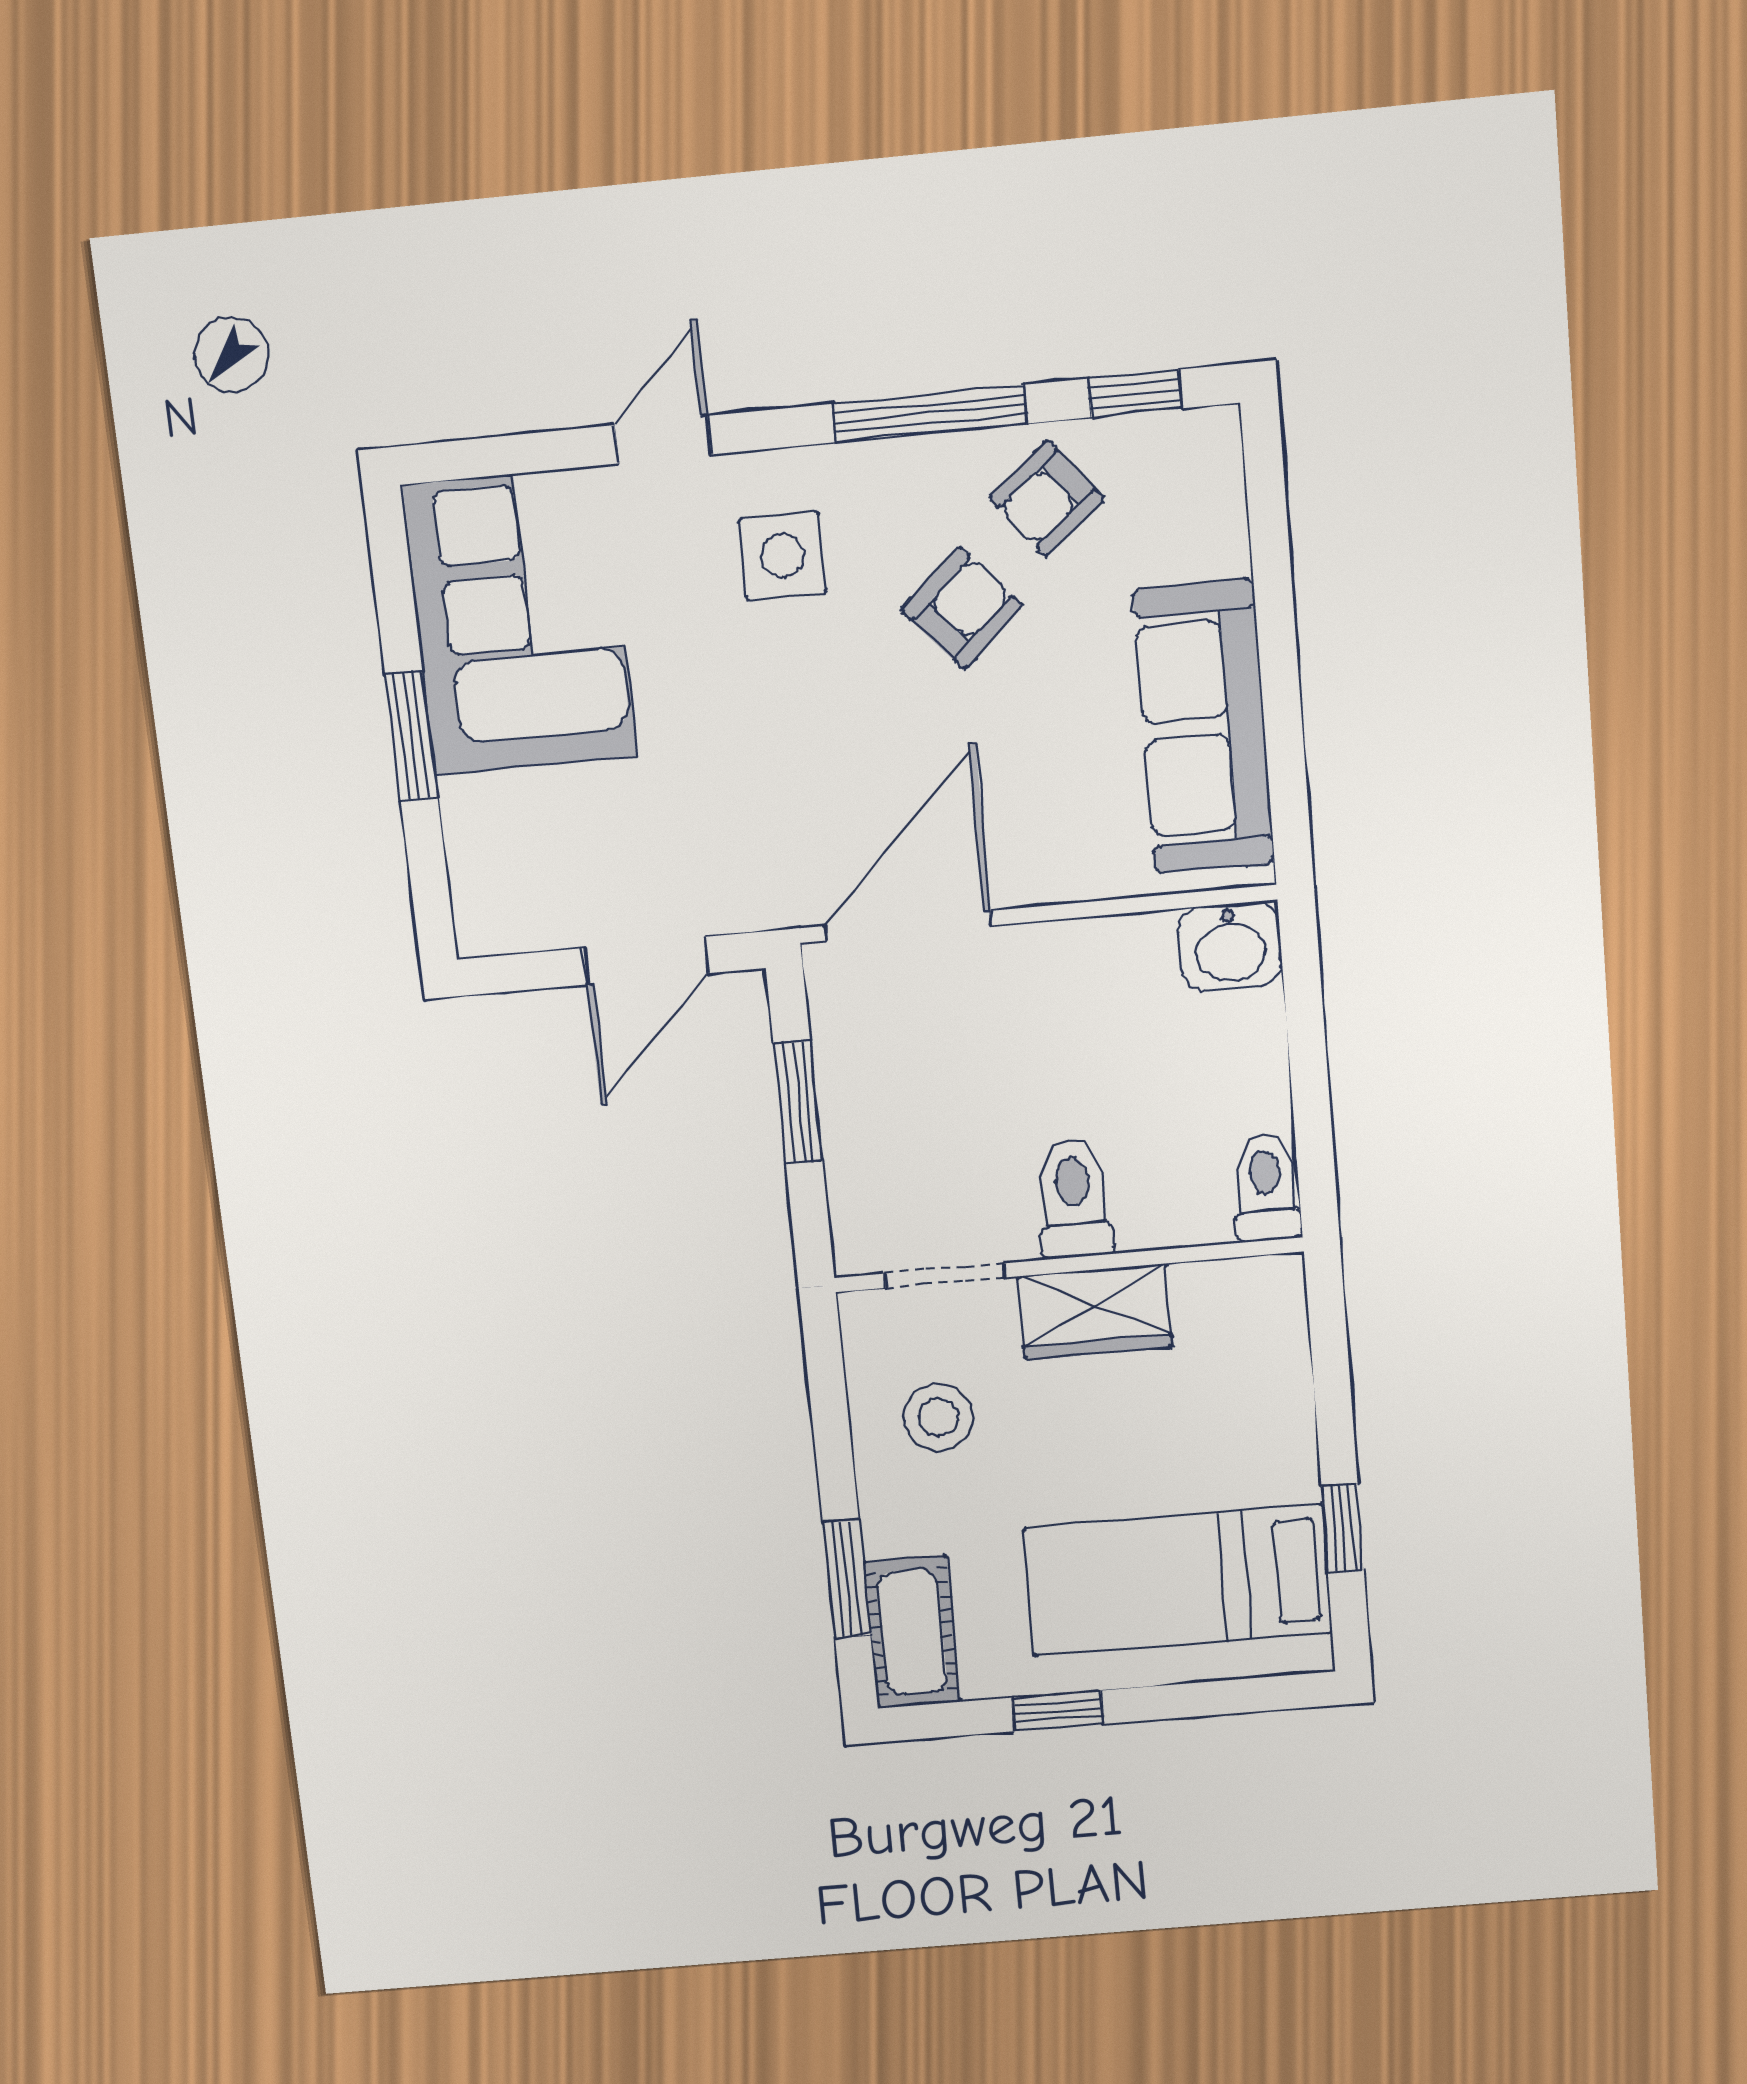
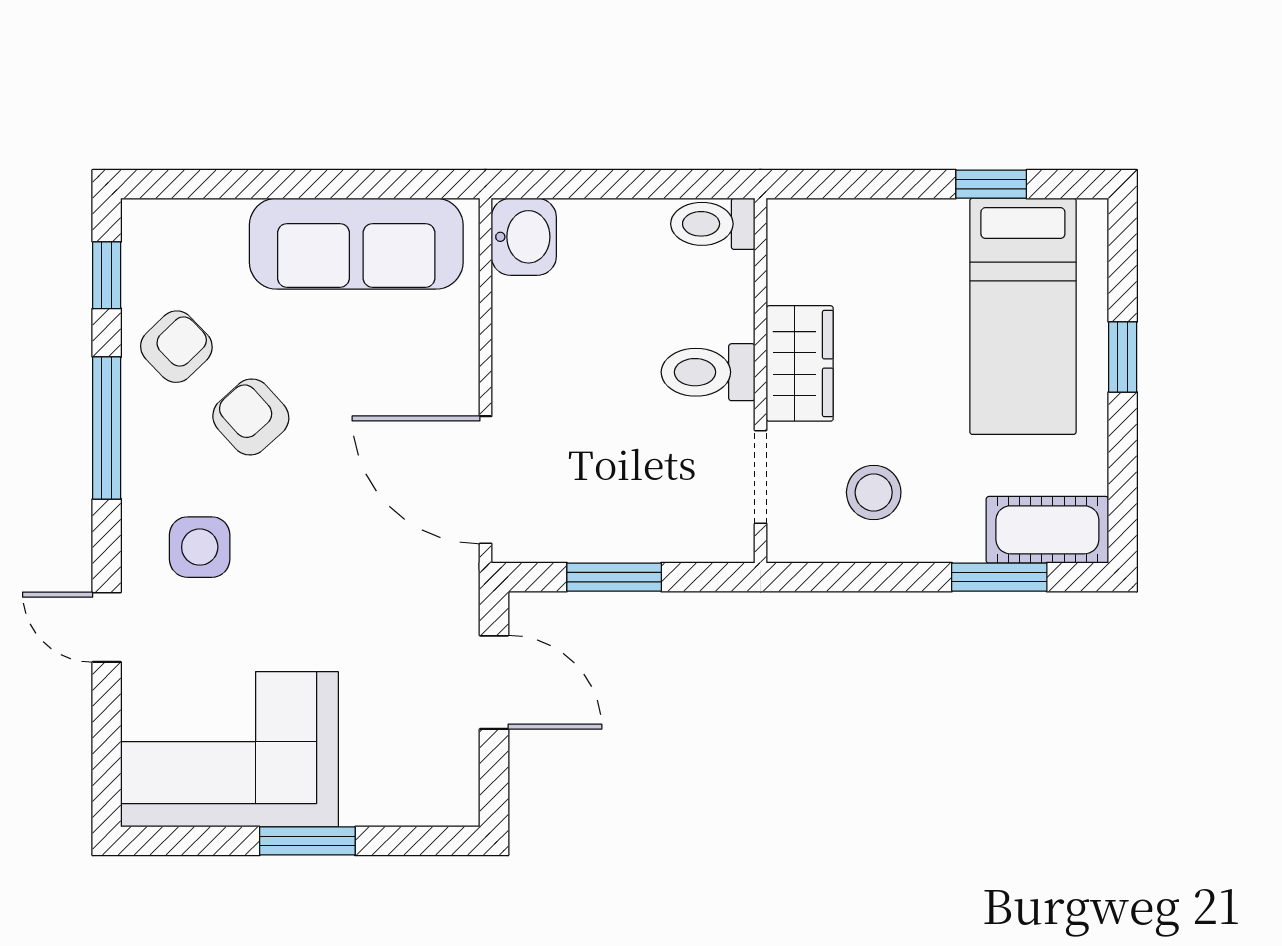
armchair: (1047, 498) -> (176, 347), turned -95
window: (1058, 1711) -> (1123, 357), moved

